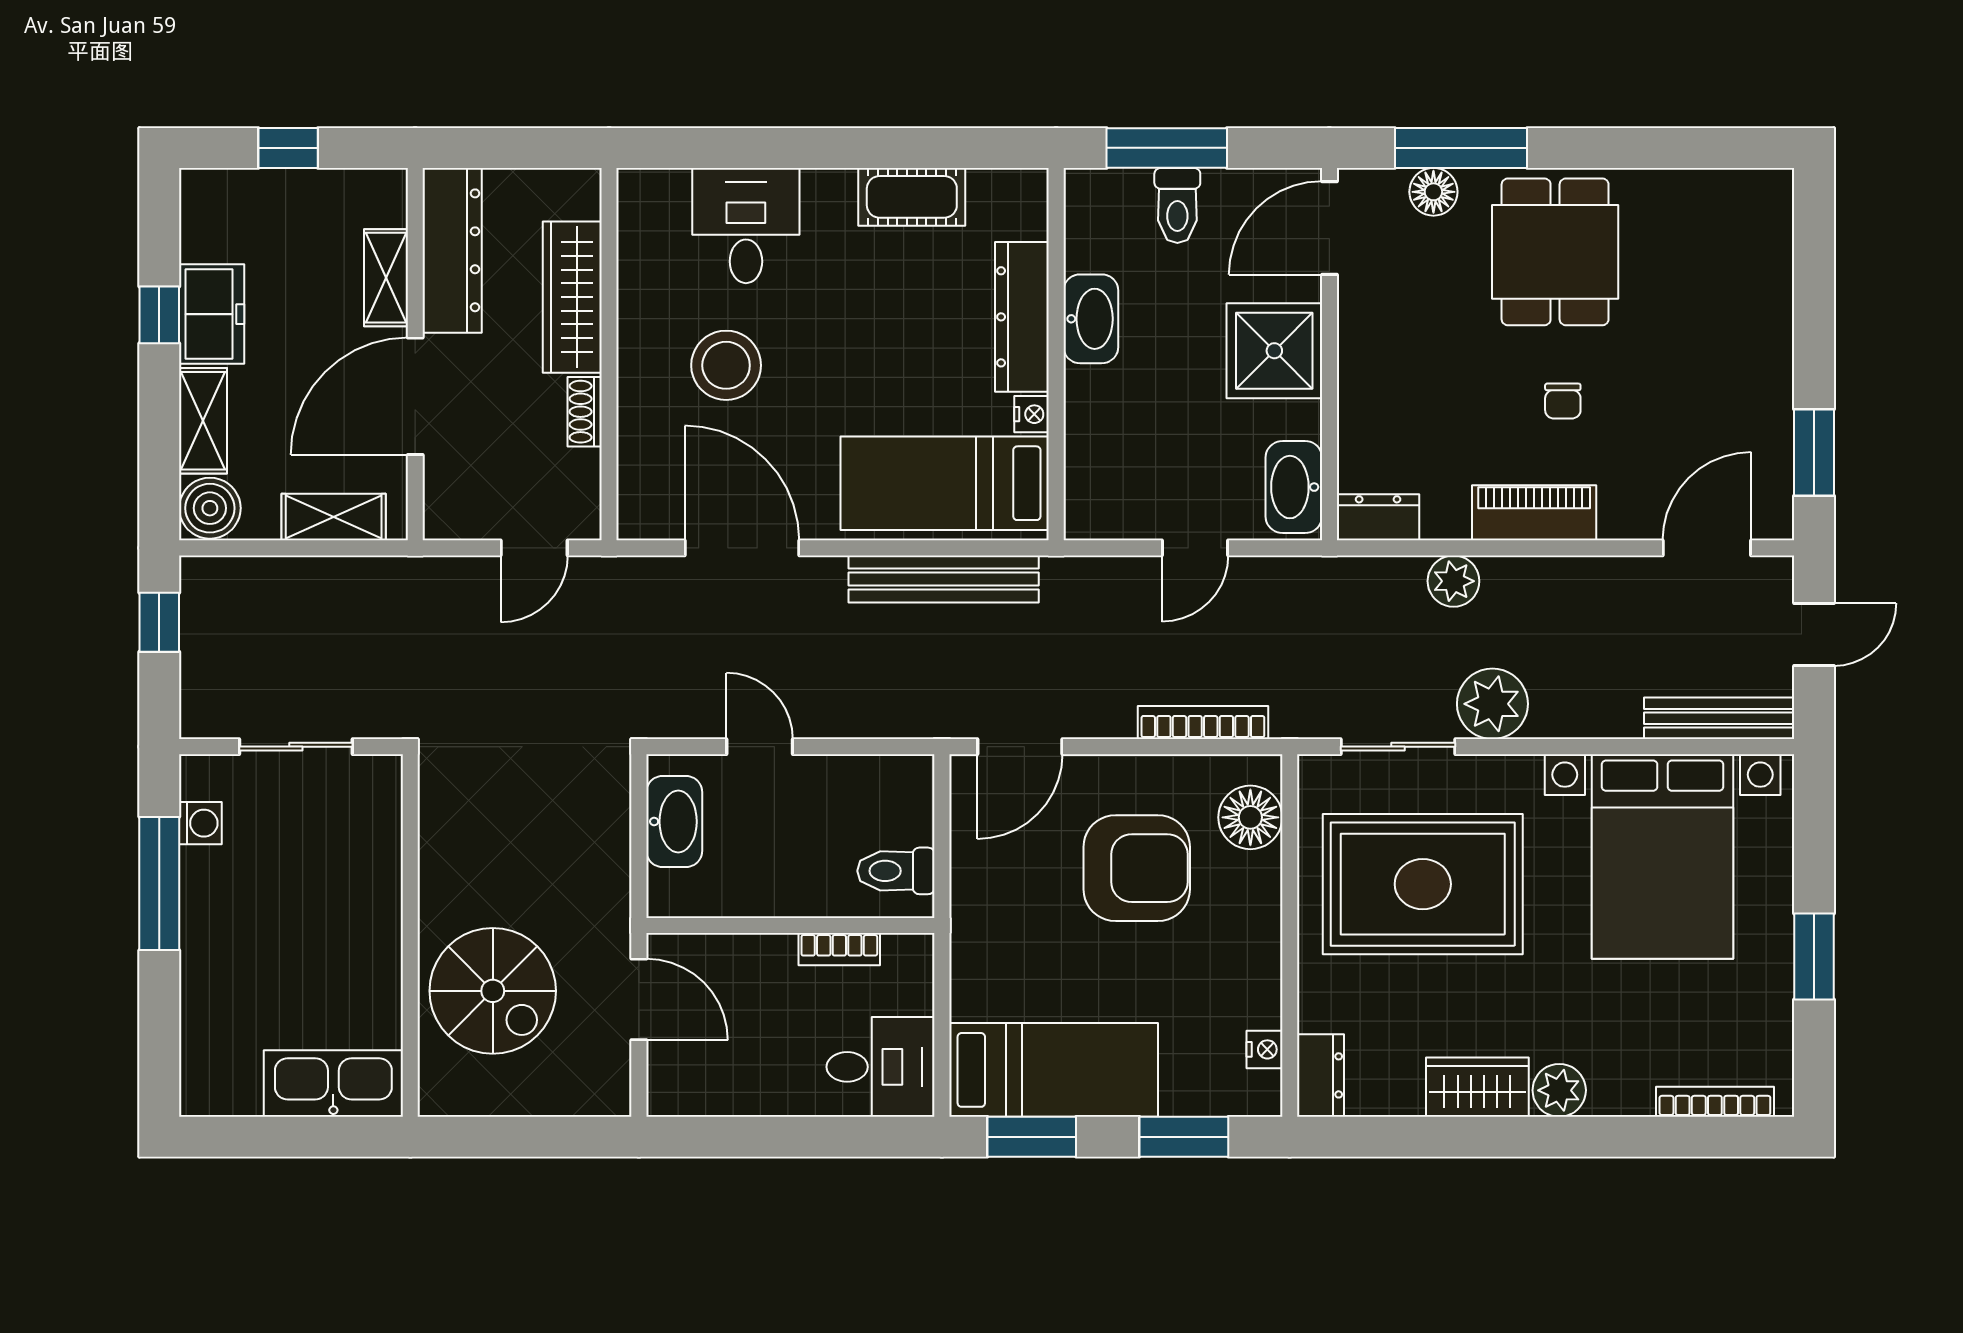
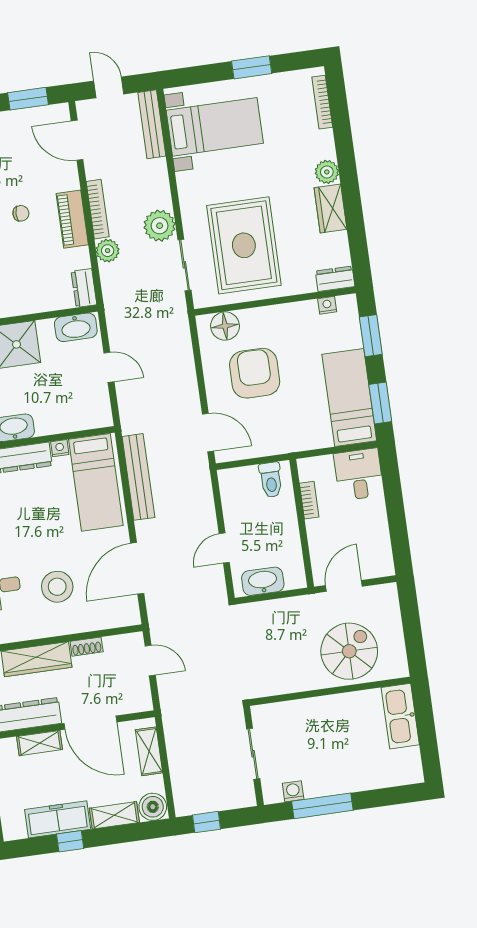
freezer: (212, 314) -> (58, 819), width x1.40
bookcase: (1203, 723) -> (98, 209), moved, turned 180
bed with nightstands: (1663, 857) -> (215, 127), width x0.73

